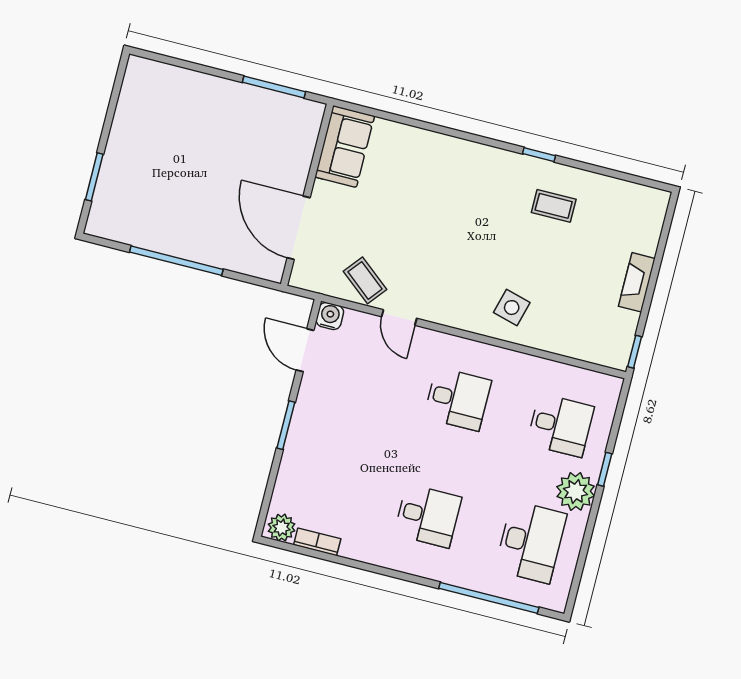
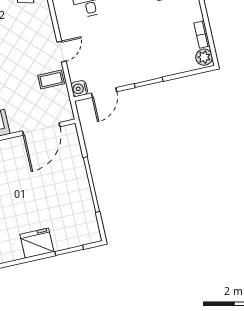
fridge: (130, 134) -> (37, 243), added
coffee table: (365, 280) -> (51, 80), turned 51

